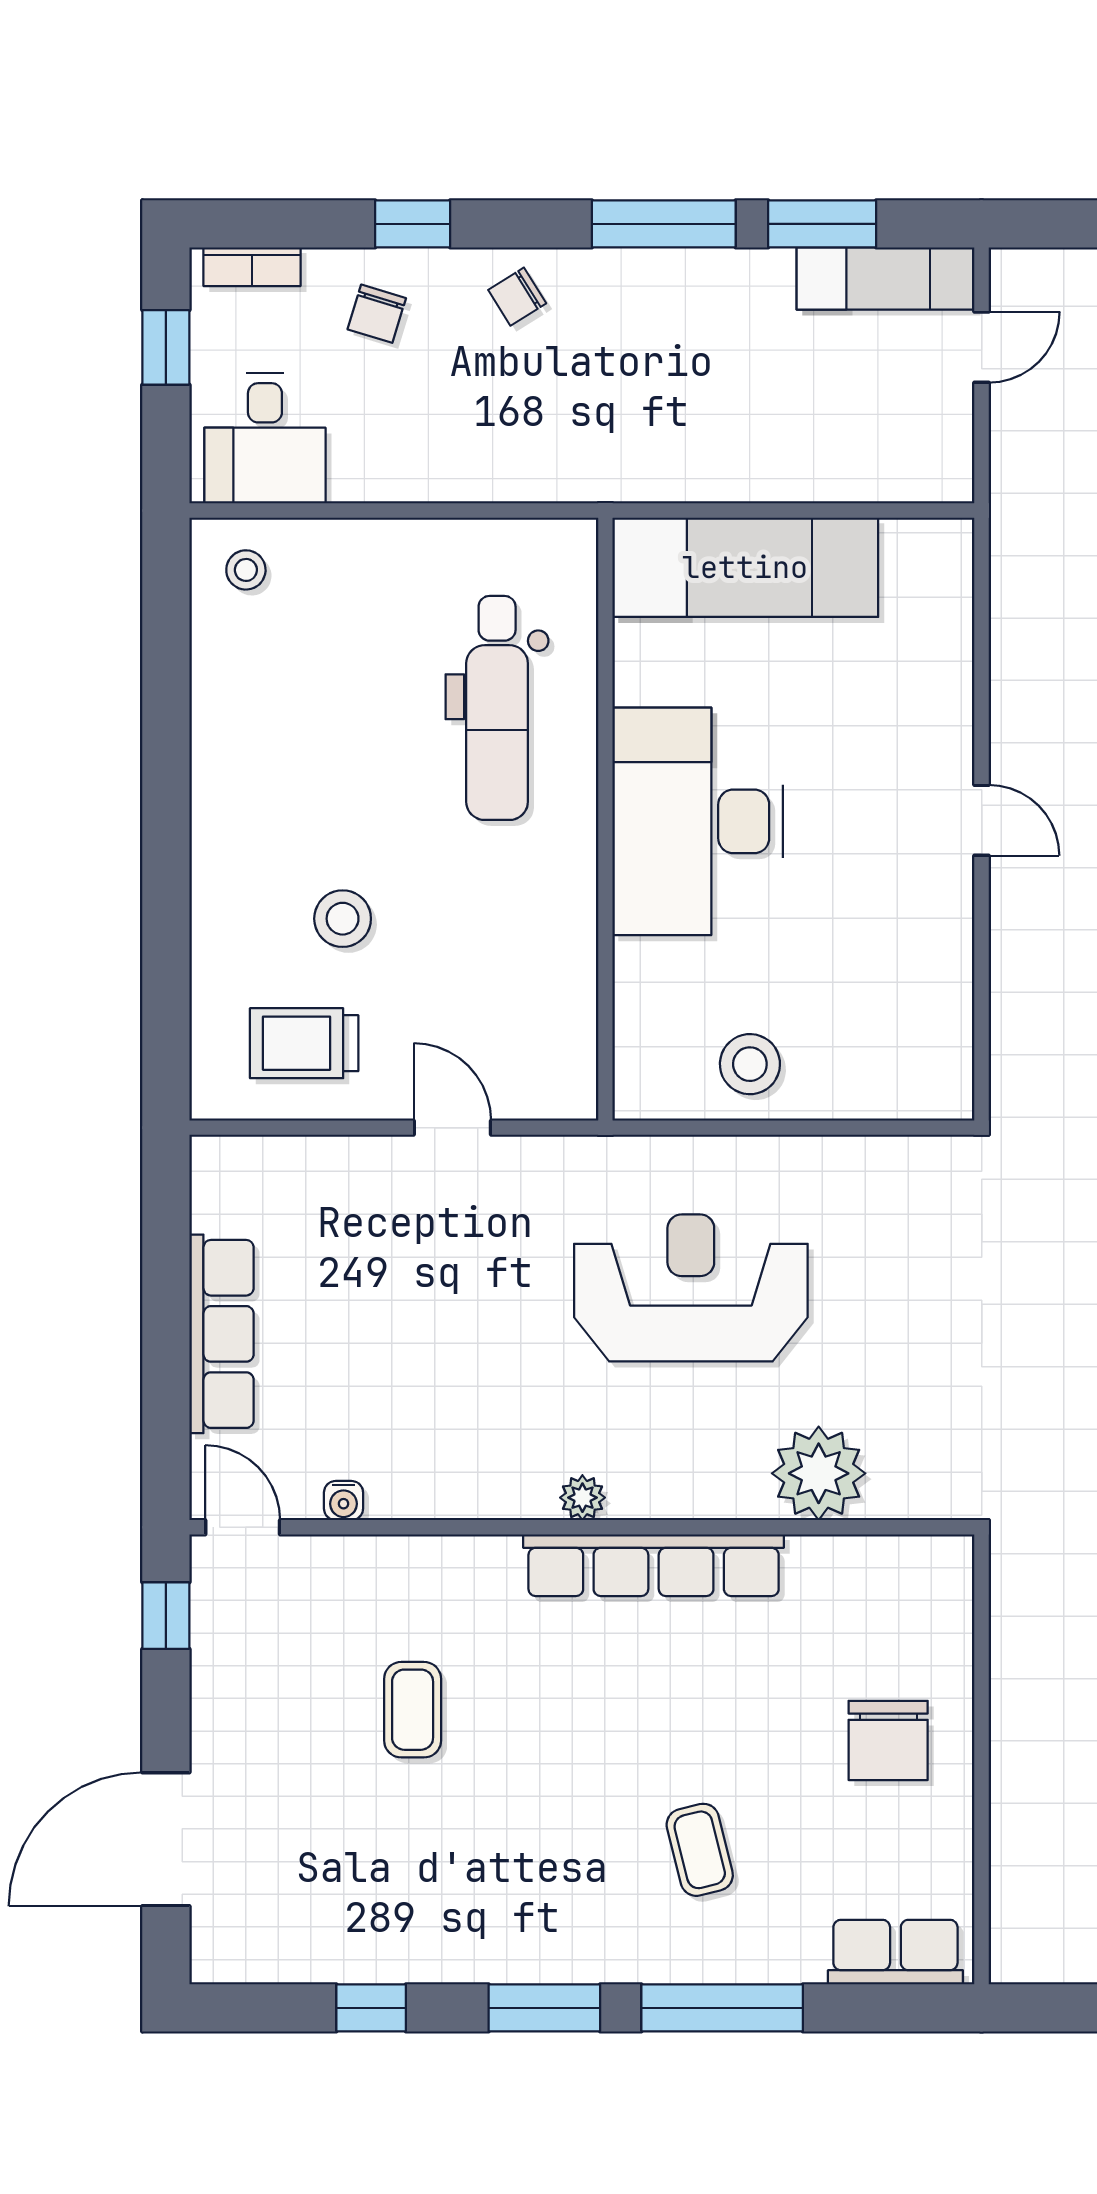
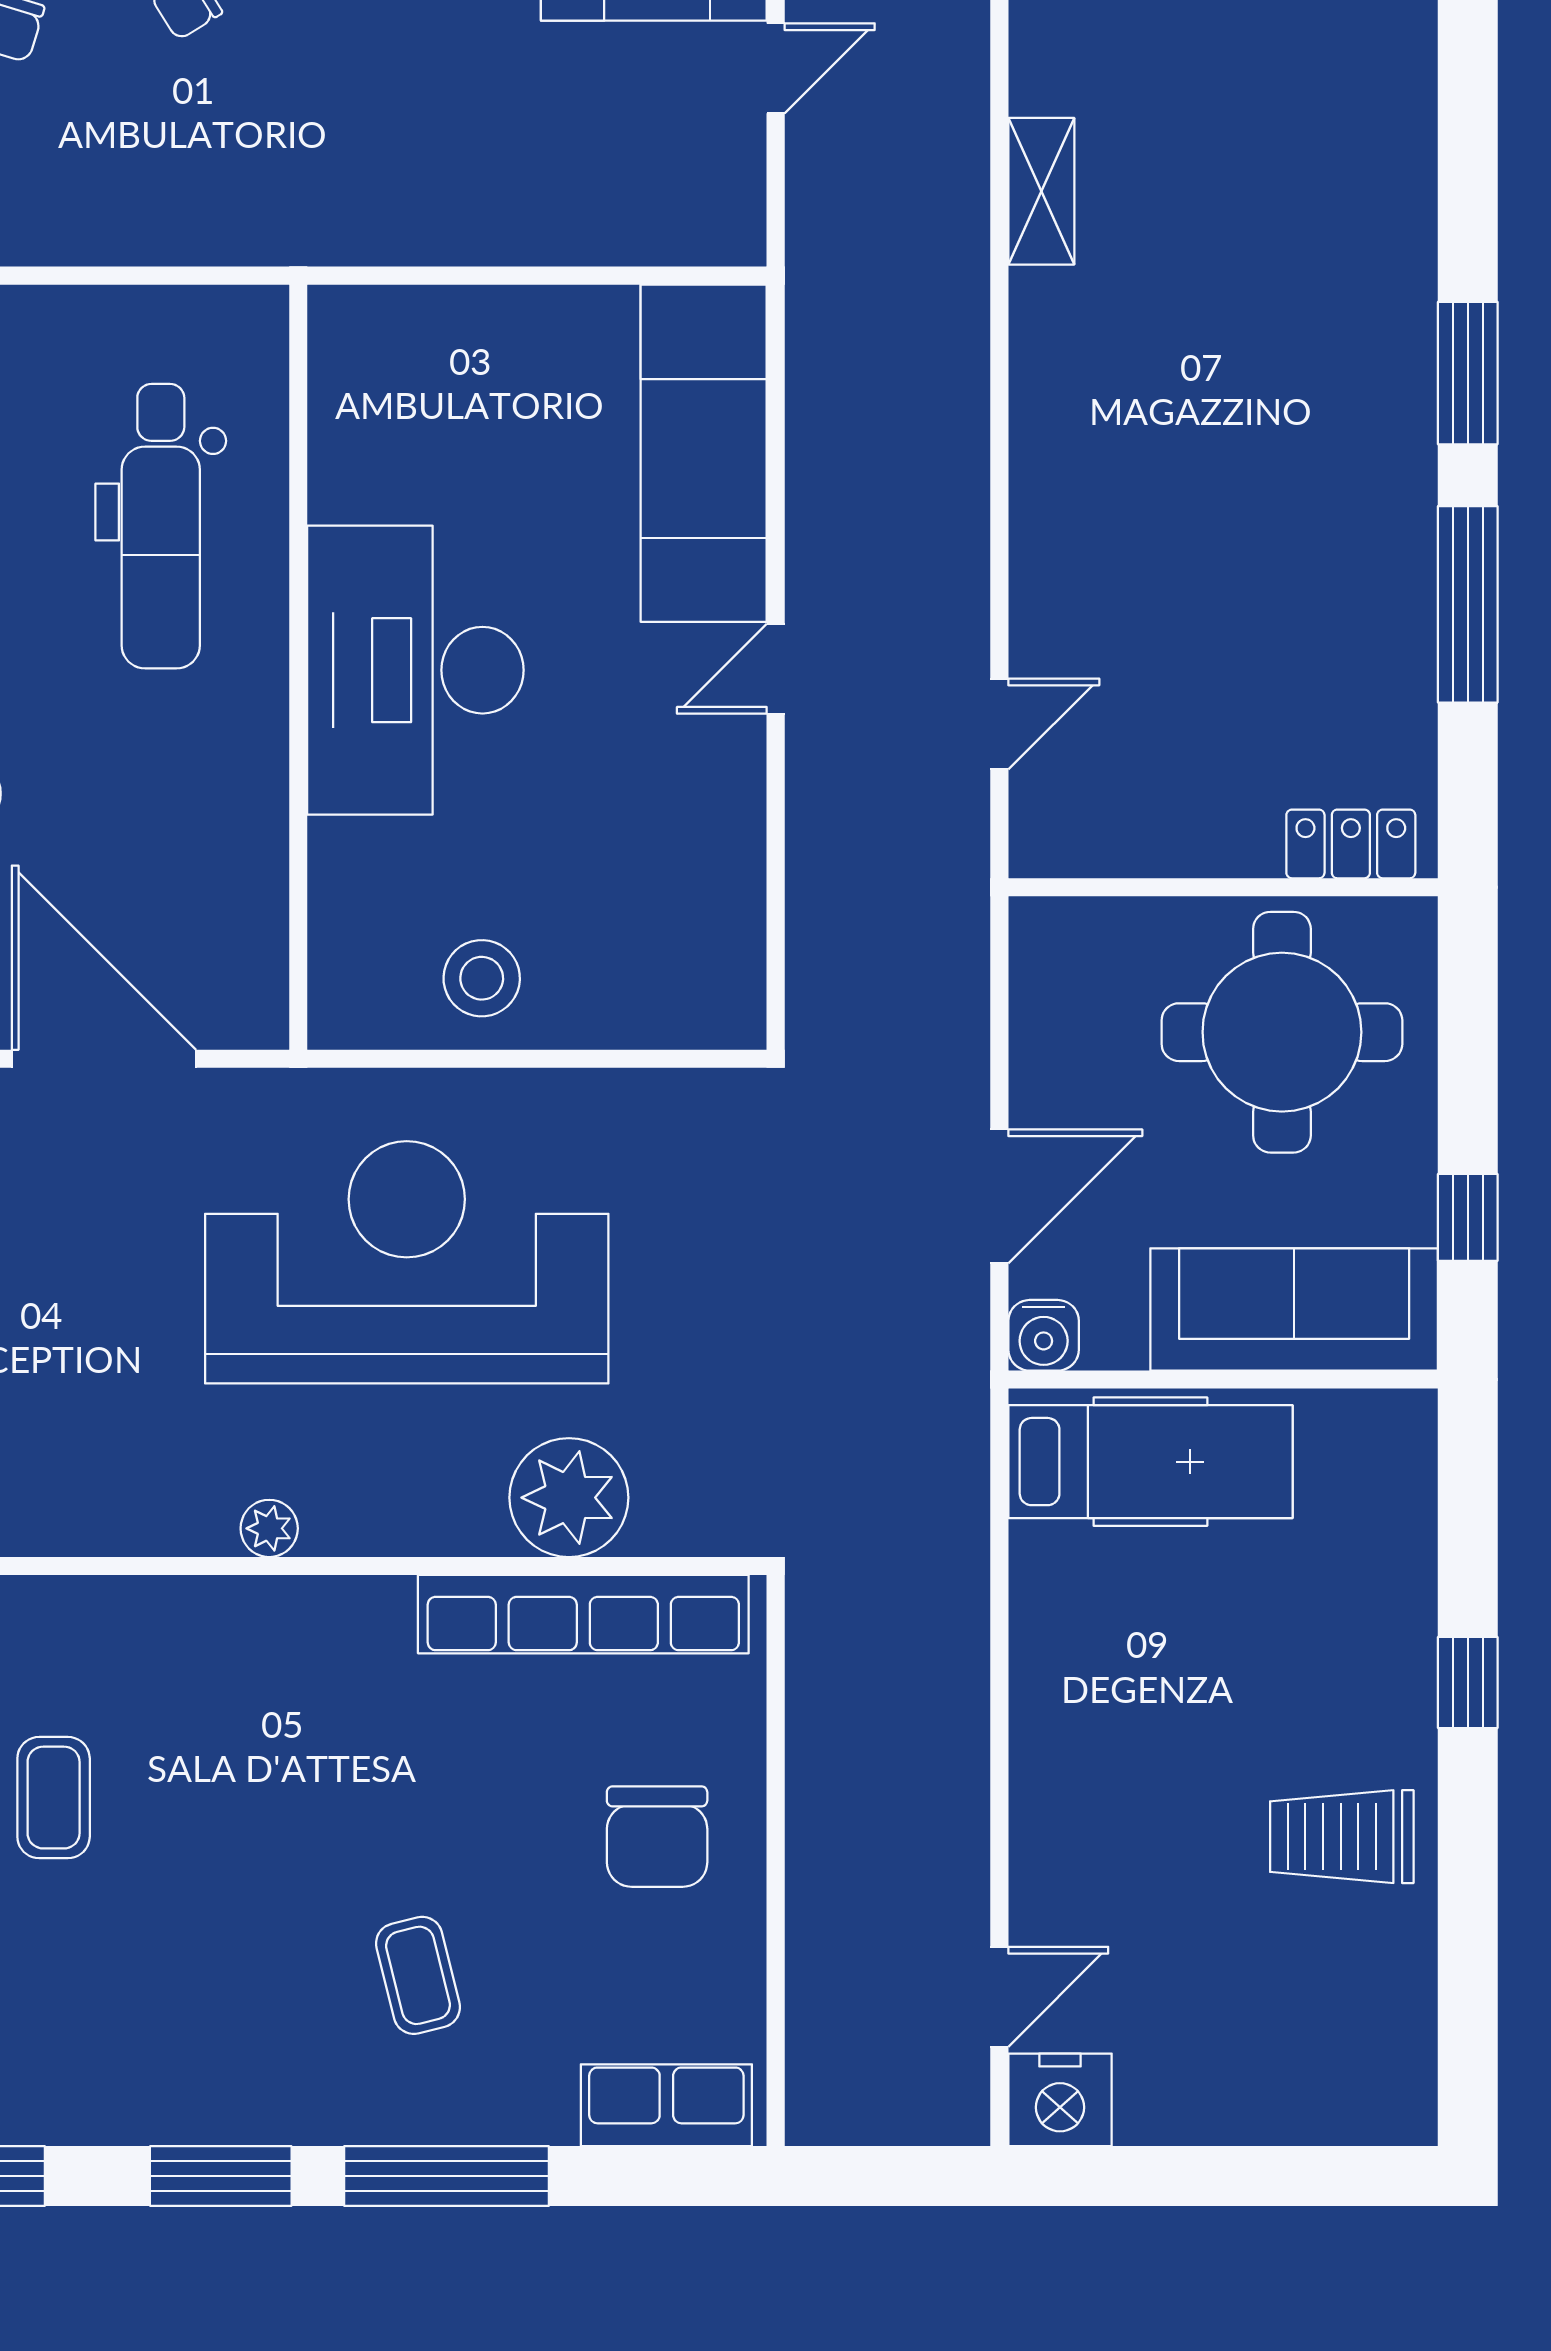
exam couch: (745, 567) -> (704, 453), moved, turned 90
door: (982, 820) -> (776, 669), swing flipped
door: (452, 1128) -> (104, 1059), width x1.87
reception desk: (691, 1288) -> (407, 1262), width x1.36, depth x1.30
row of seats: (654, 1565) -> (583, 1614), moved

